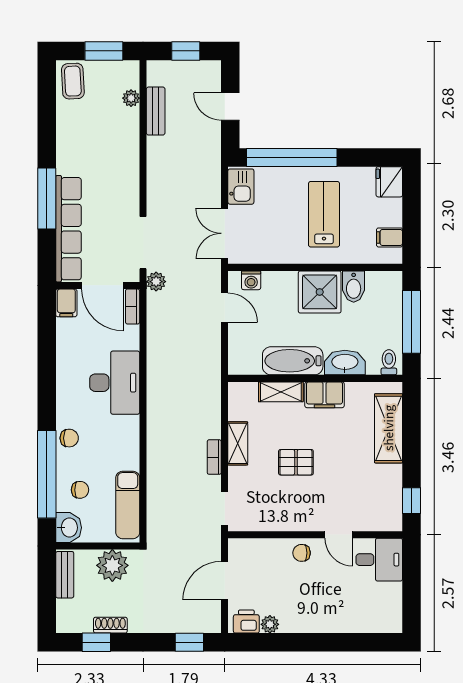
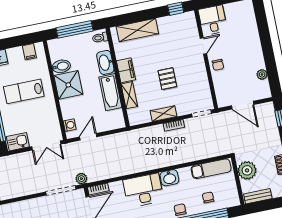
washbasin: (69, 528) -> (169, 178), moved, turned 180
printer: (246, 622) -> (263, 88), removed

